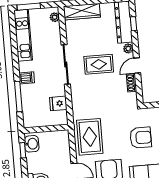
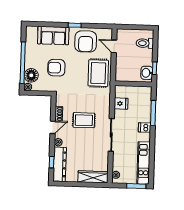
rug: (99, 64) -> (84, 120), moved

